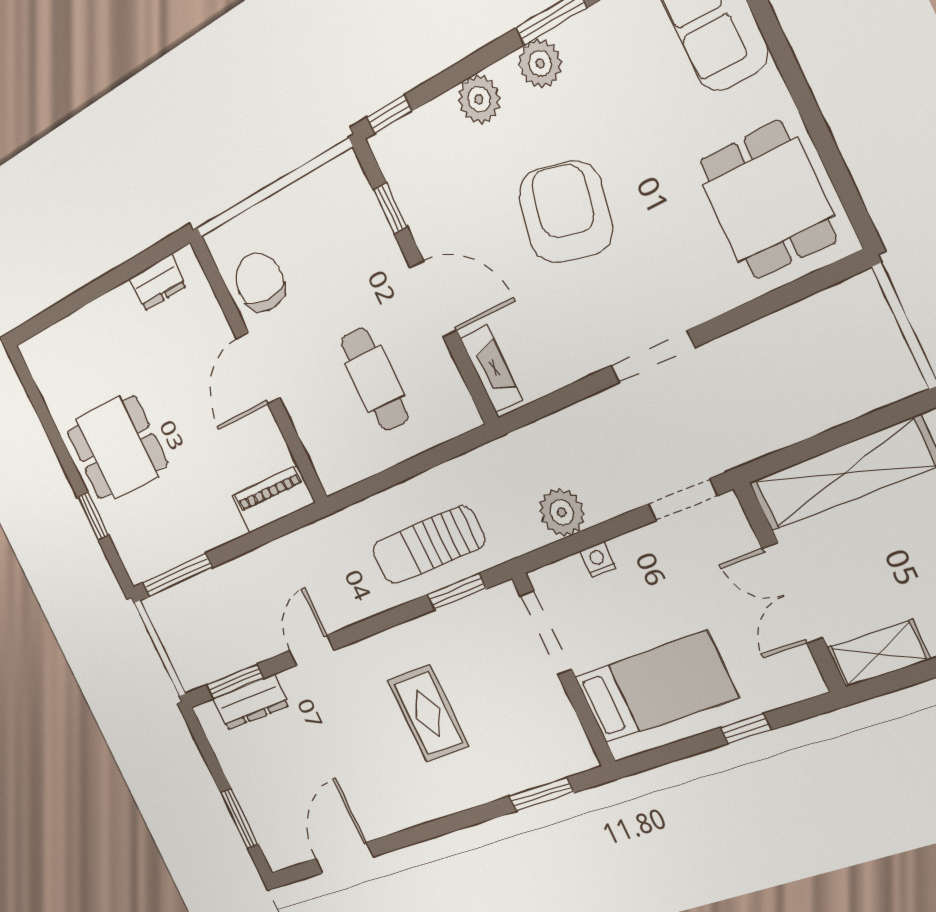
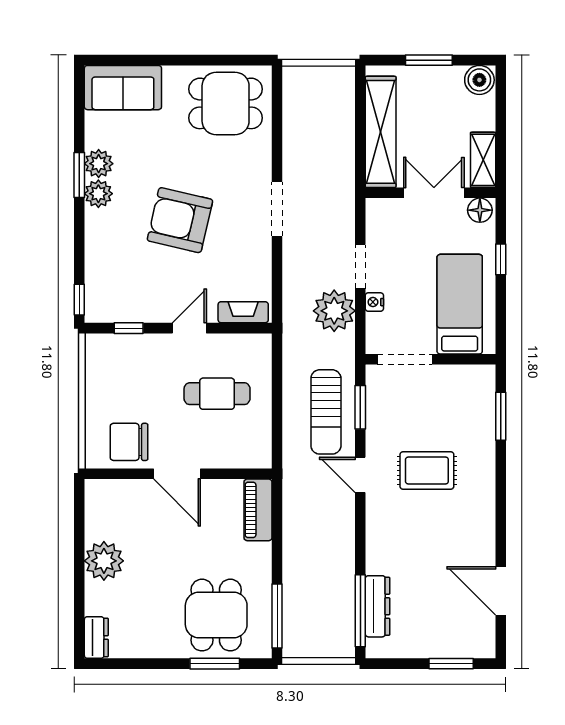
plant: (479, 99) -> (99, 164), moved
dresser: (158, 282) -> (96, 638), moved
door: (433, 299) -> (189, 328), width x0.73
plant: (121, 317) -> (104, 561), added
dining table: (117, 448) -> (216, 615), moved
doorway: (683, 500) -> (360, 267), moved
plant: (562, 512) -> (334, 311), width x1.36, depth x1.36
window: (93, 516) -> (215, 664), width x1.50
double door: (792, 593) -> (434, 193), swing flipped
door: (312, 650) -> (360, 475), moved
floor lamp: (801, 674) -> (480, 210), added
window: (235, 682) -> (360, 611), width x1.44

